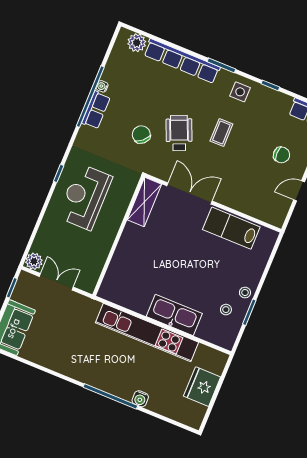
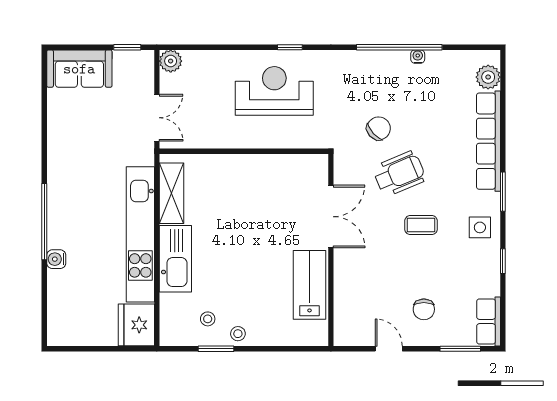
row of seats: (96, 110) -> (386, 61), removed
shelving: (144, 202) -> (172, 193), moved, turned 90
double door: (56, 282) -> (157, 118), moved
fridge: (202, 387) -> (136, 325), moved, turned -90

